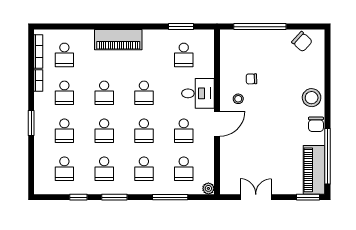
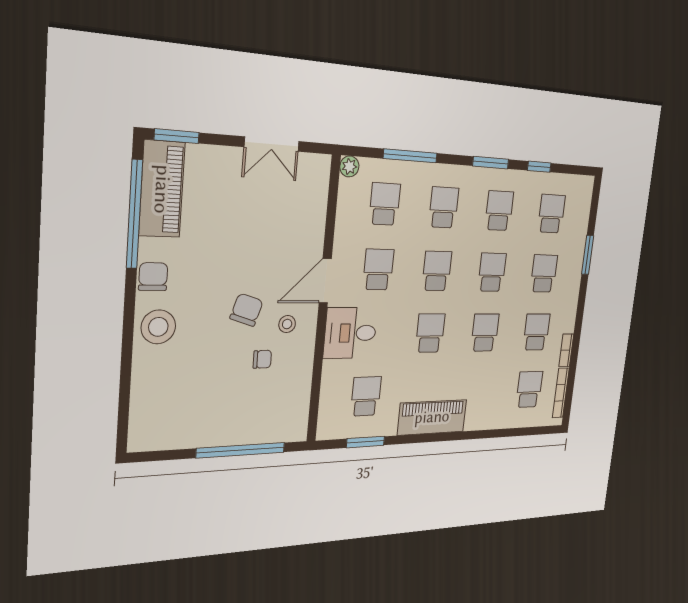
piano: (118, 40) -> (432, 417), moved
chair: (302, 42) -> (247, 310), moved, turned 66
window: (31, 123) -> (588, 255), moved

